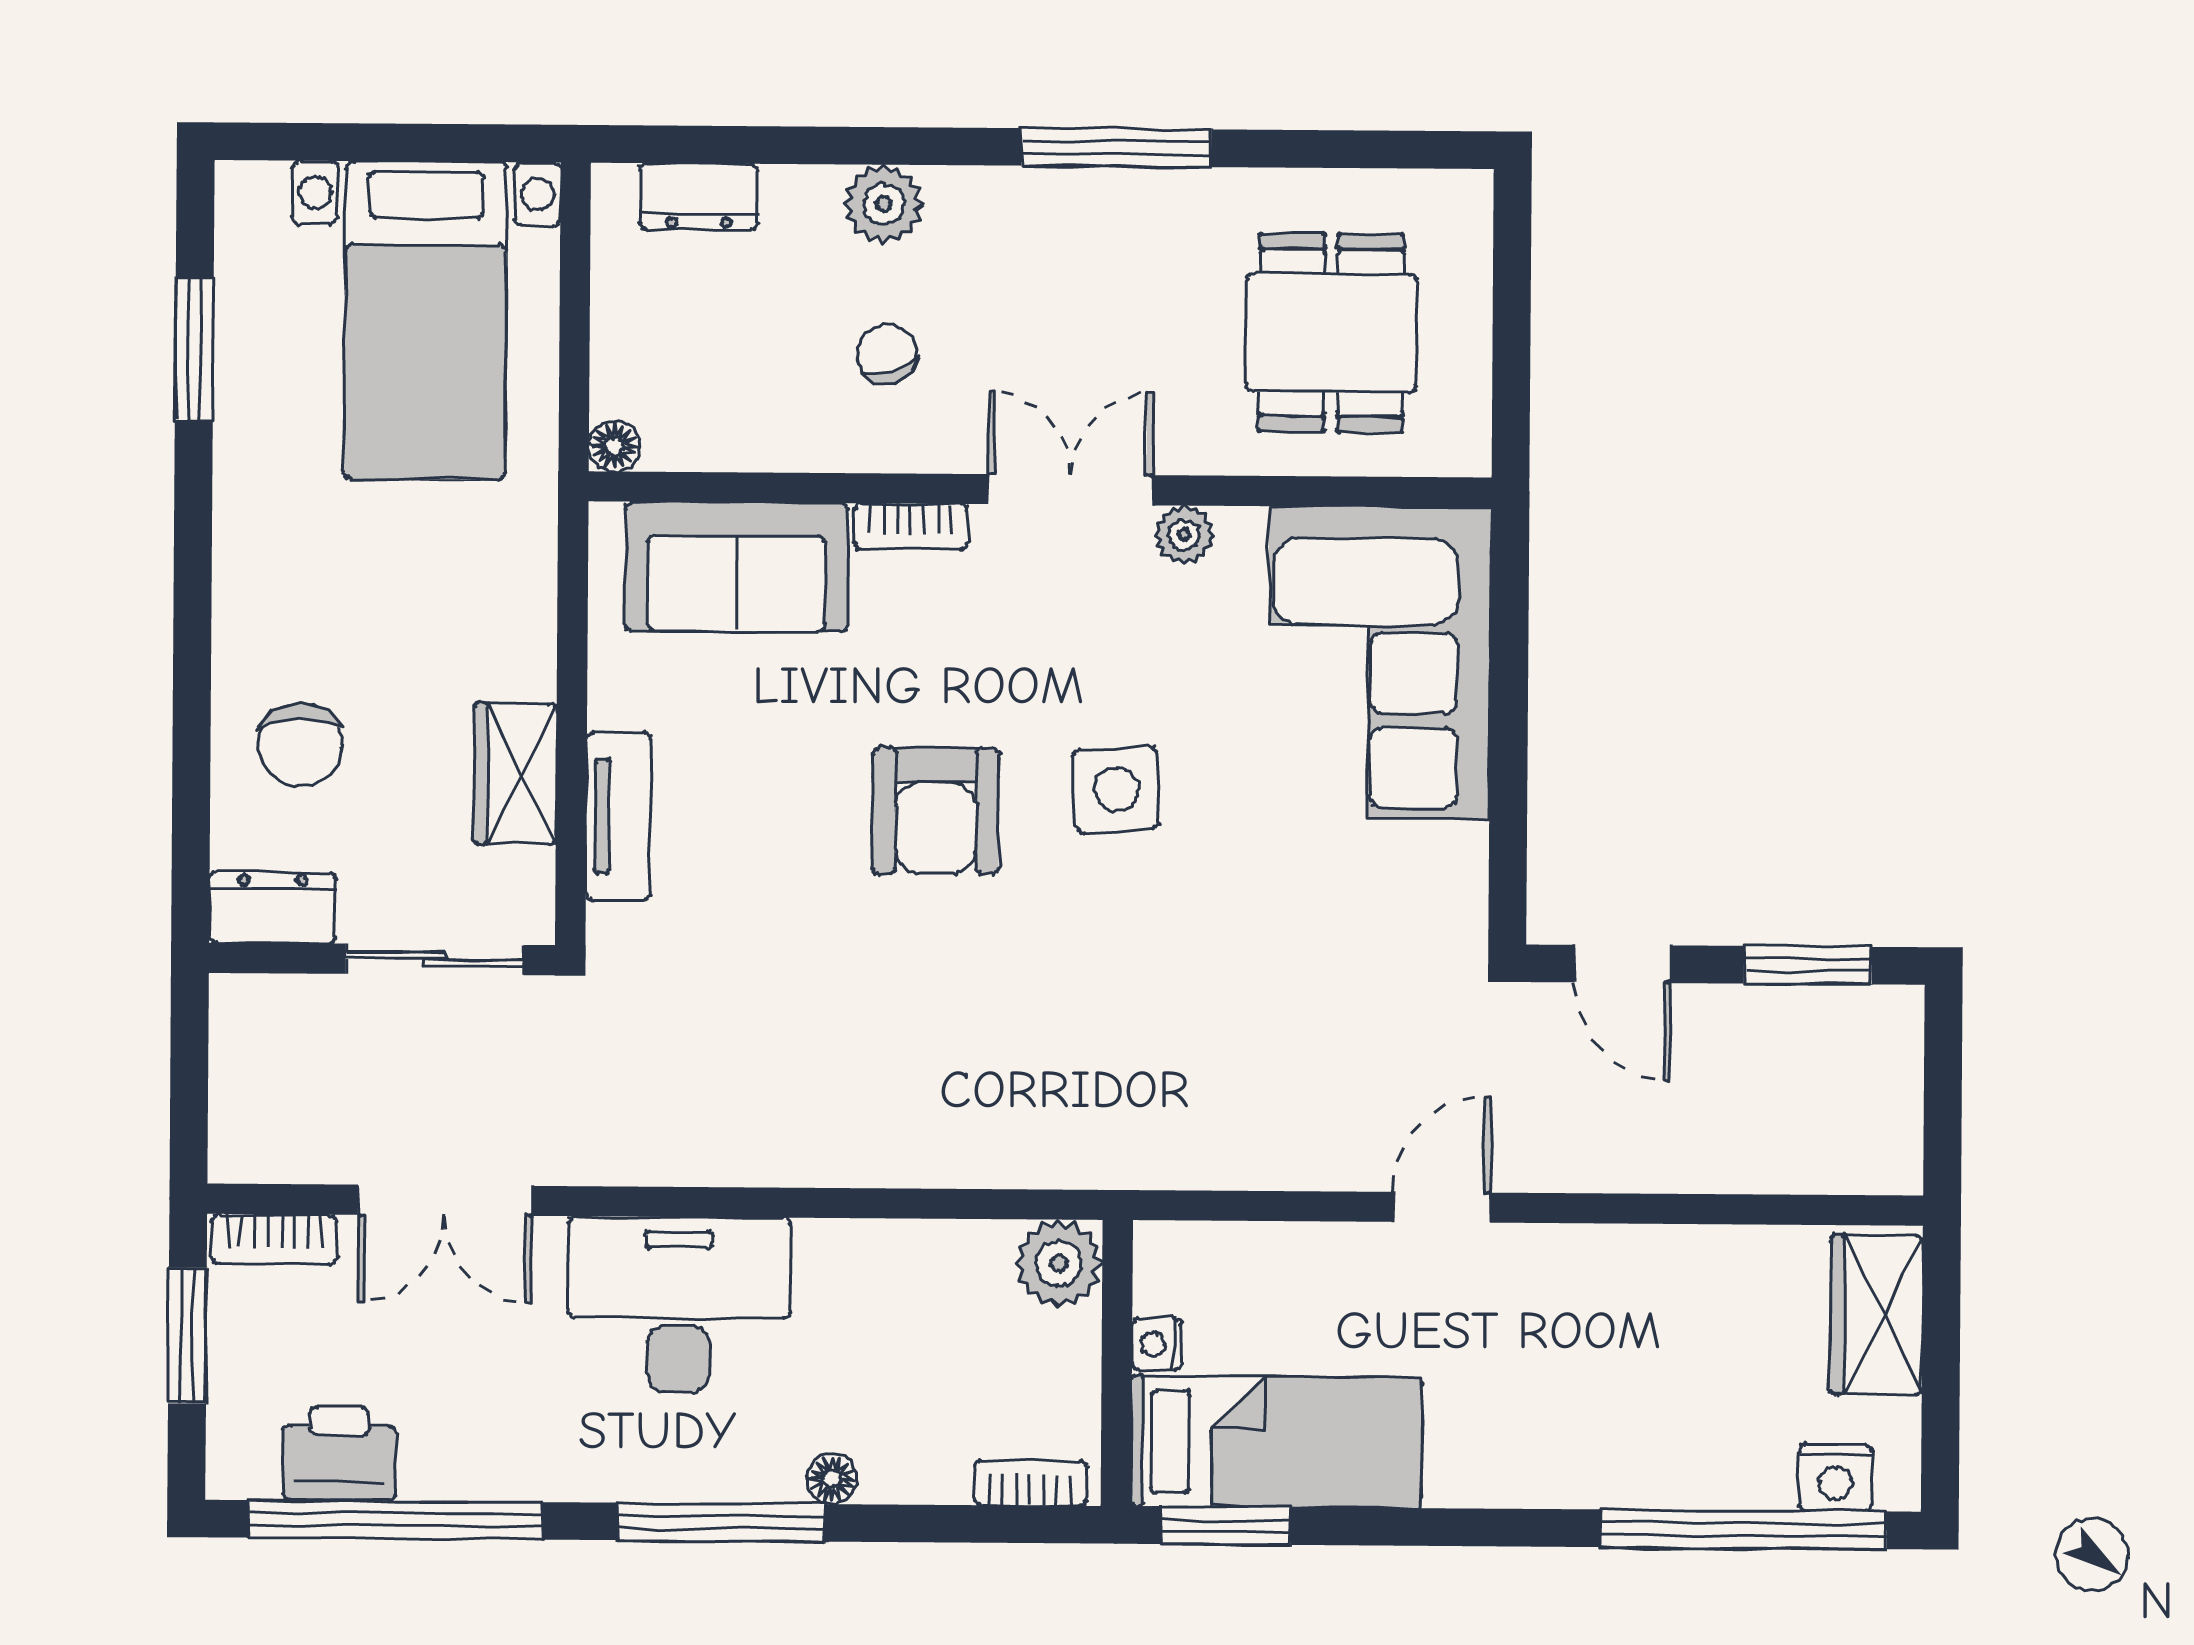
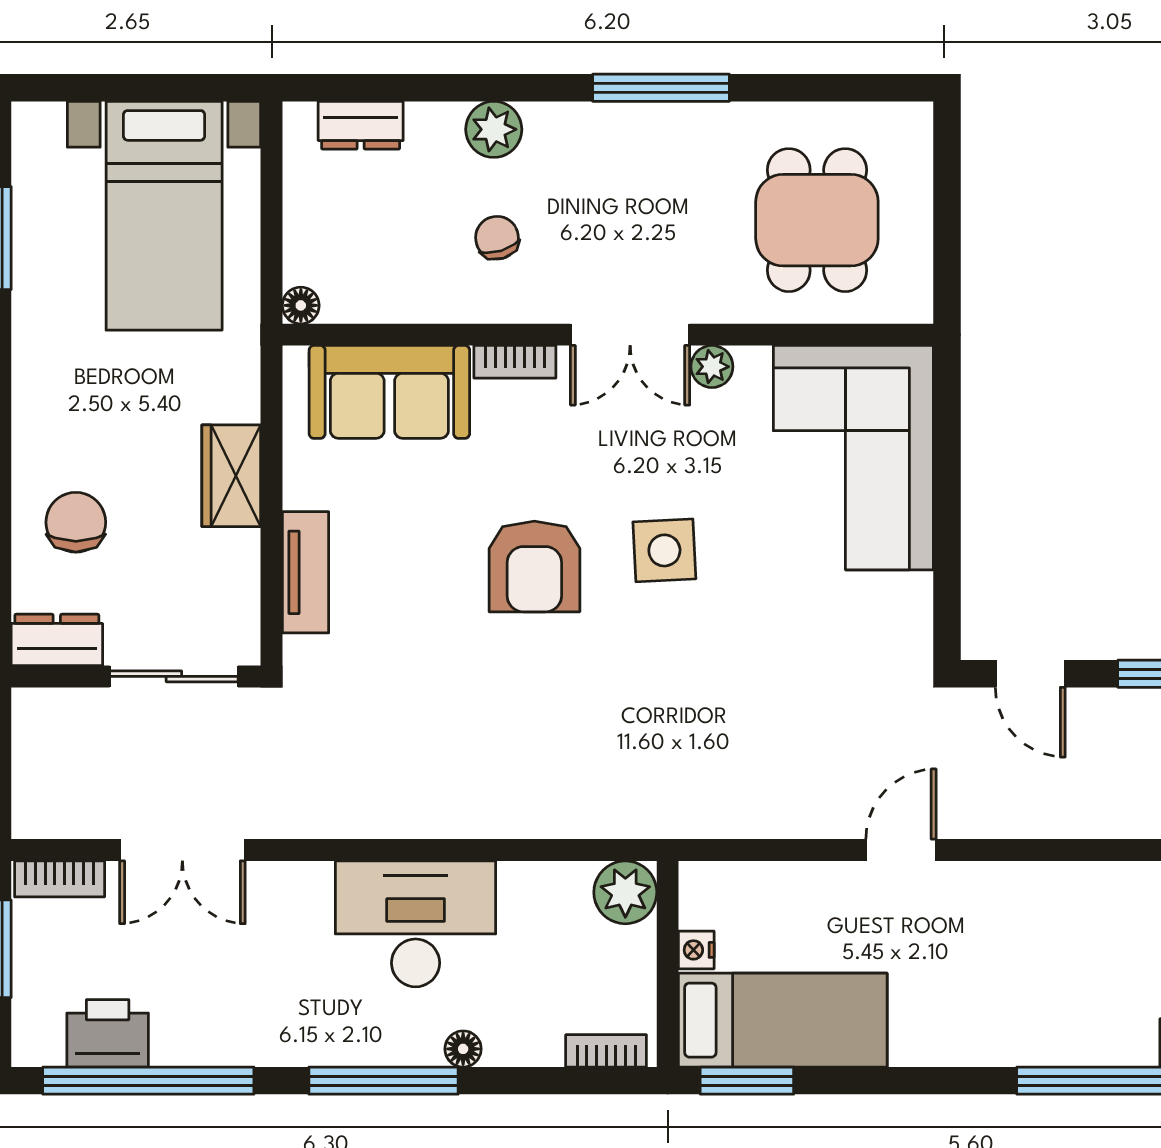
double door: (1071, 490) -> (630, 335), swing flipped
chair: (300, 745) -> (76, 522), turned 180
wardrobe: (515, 774) -> (231, 476), moved
desk: (679, 1304) -> (416, 924), moved

